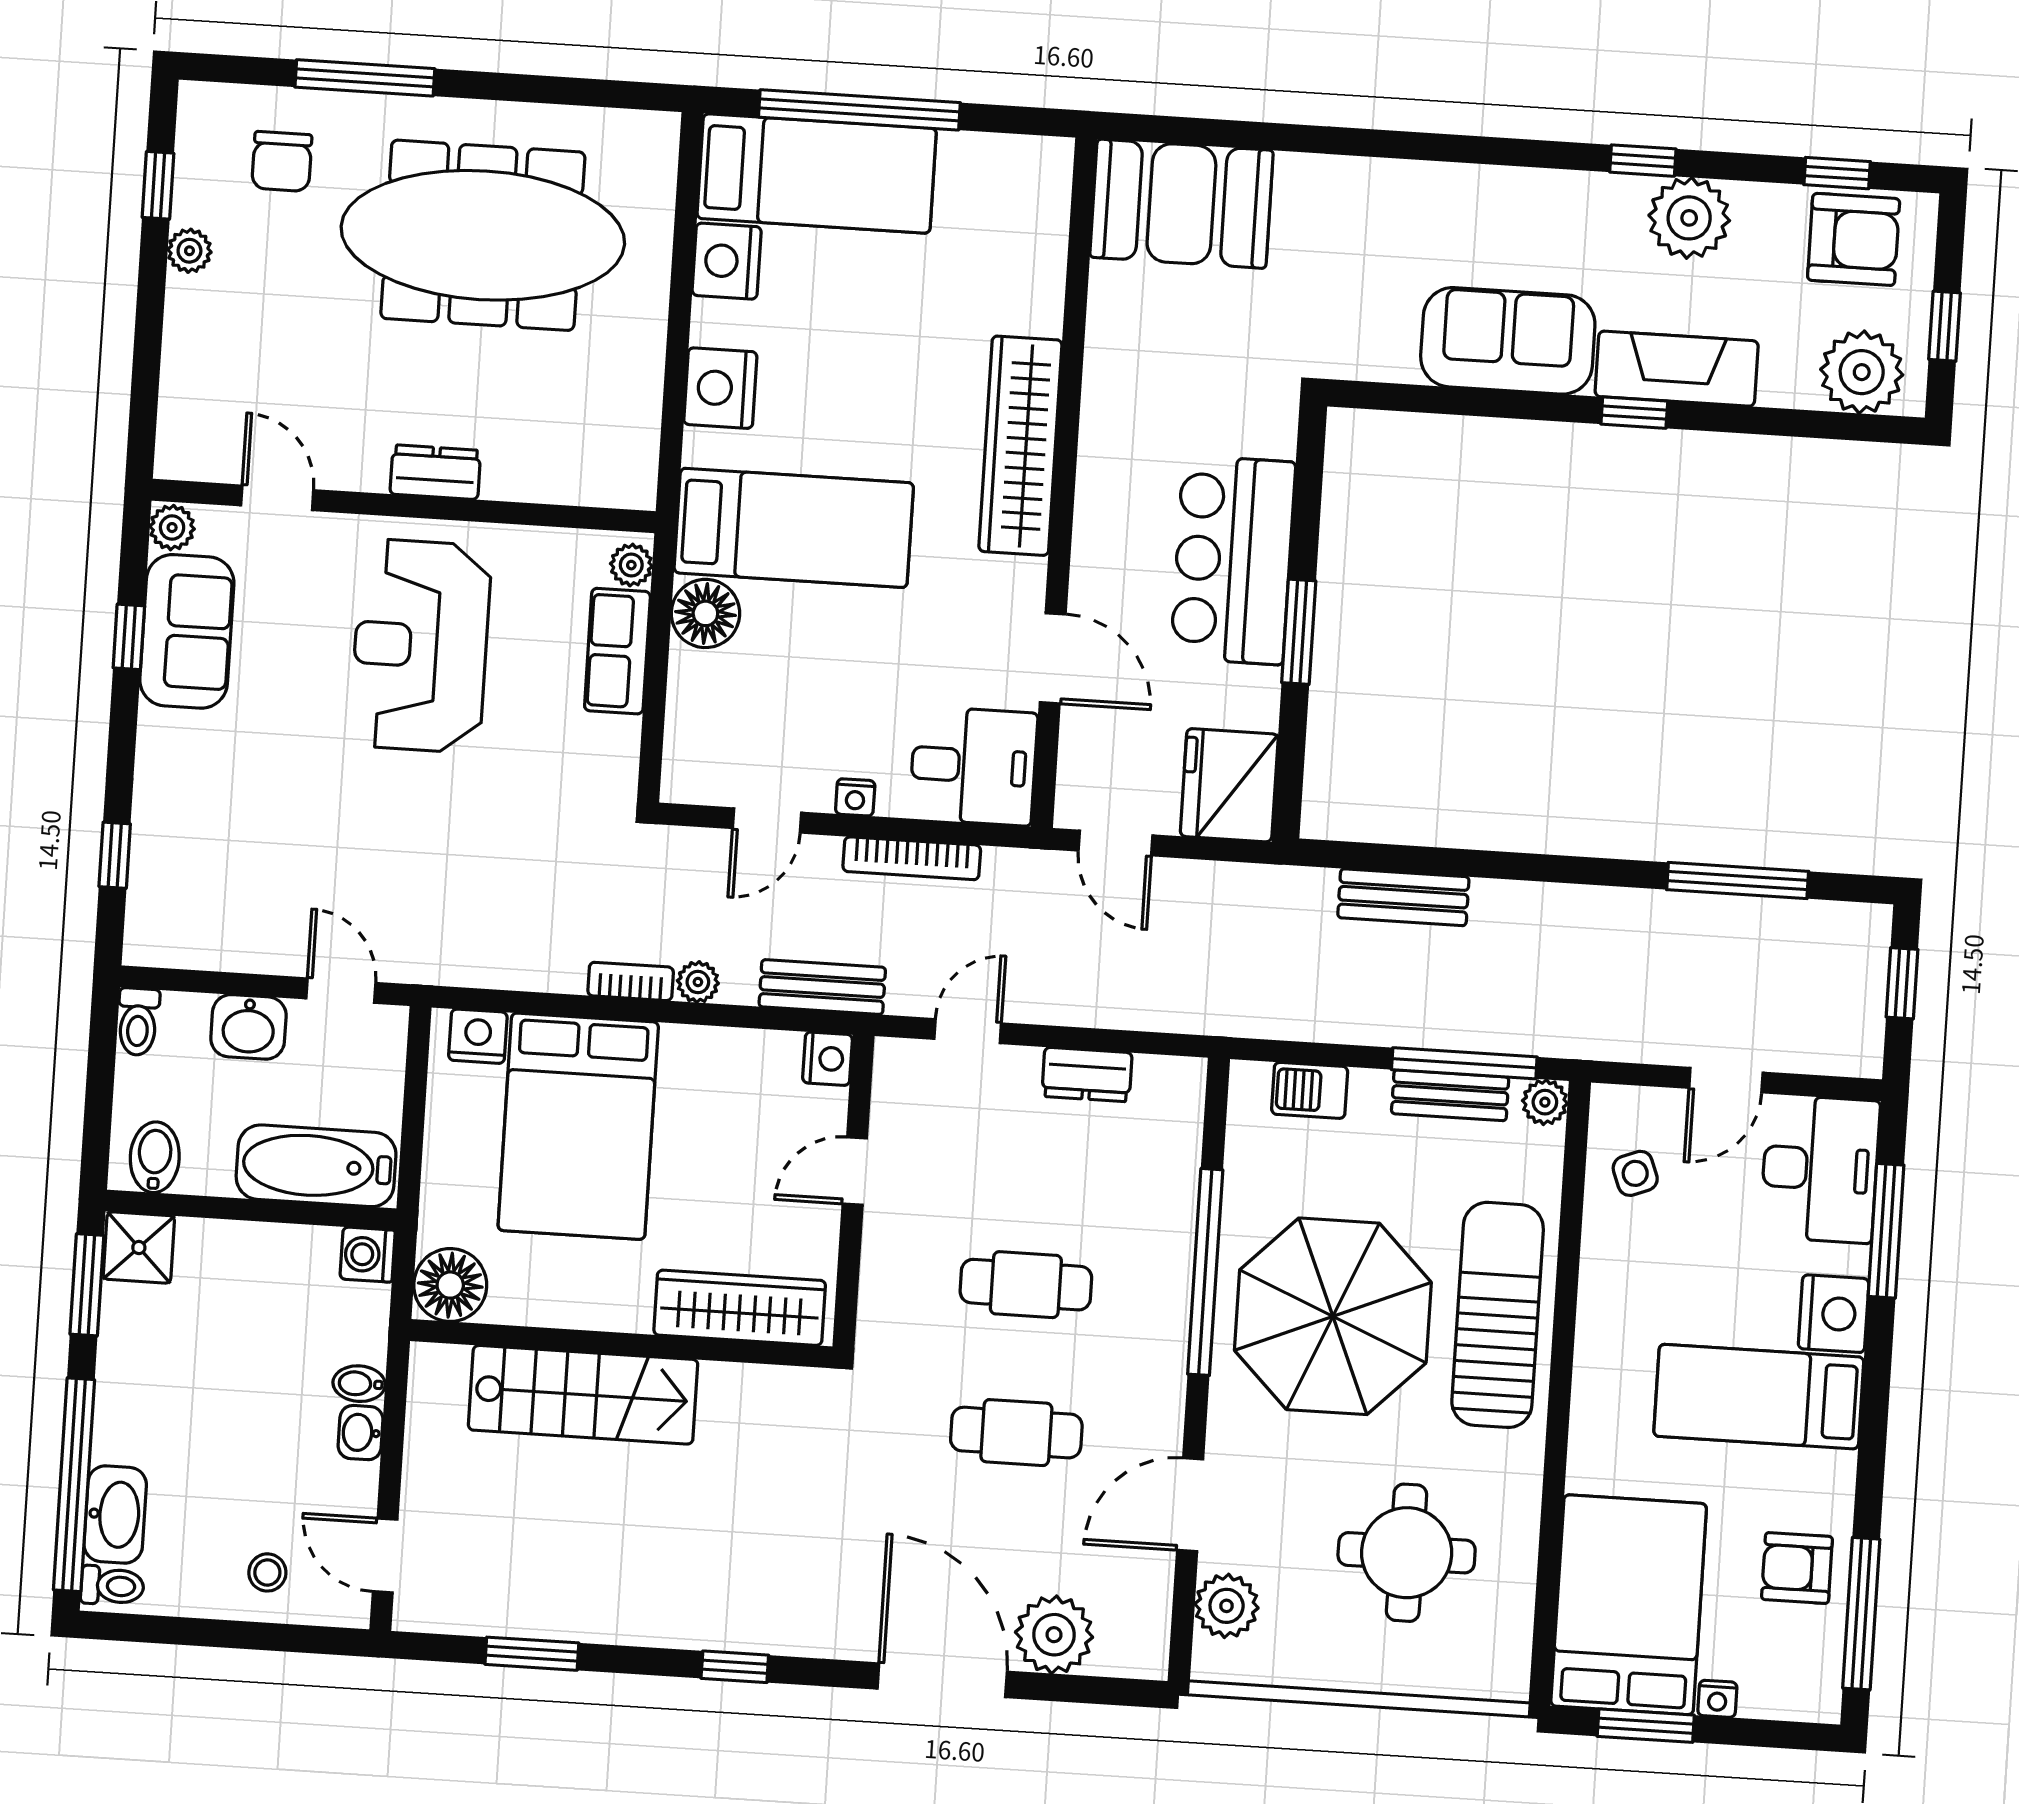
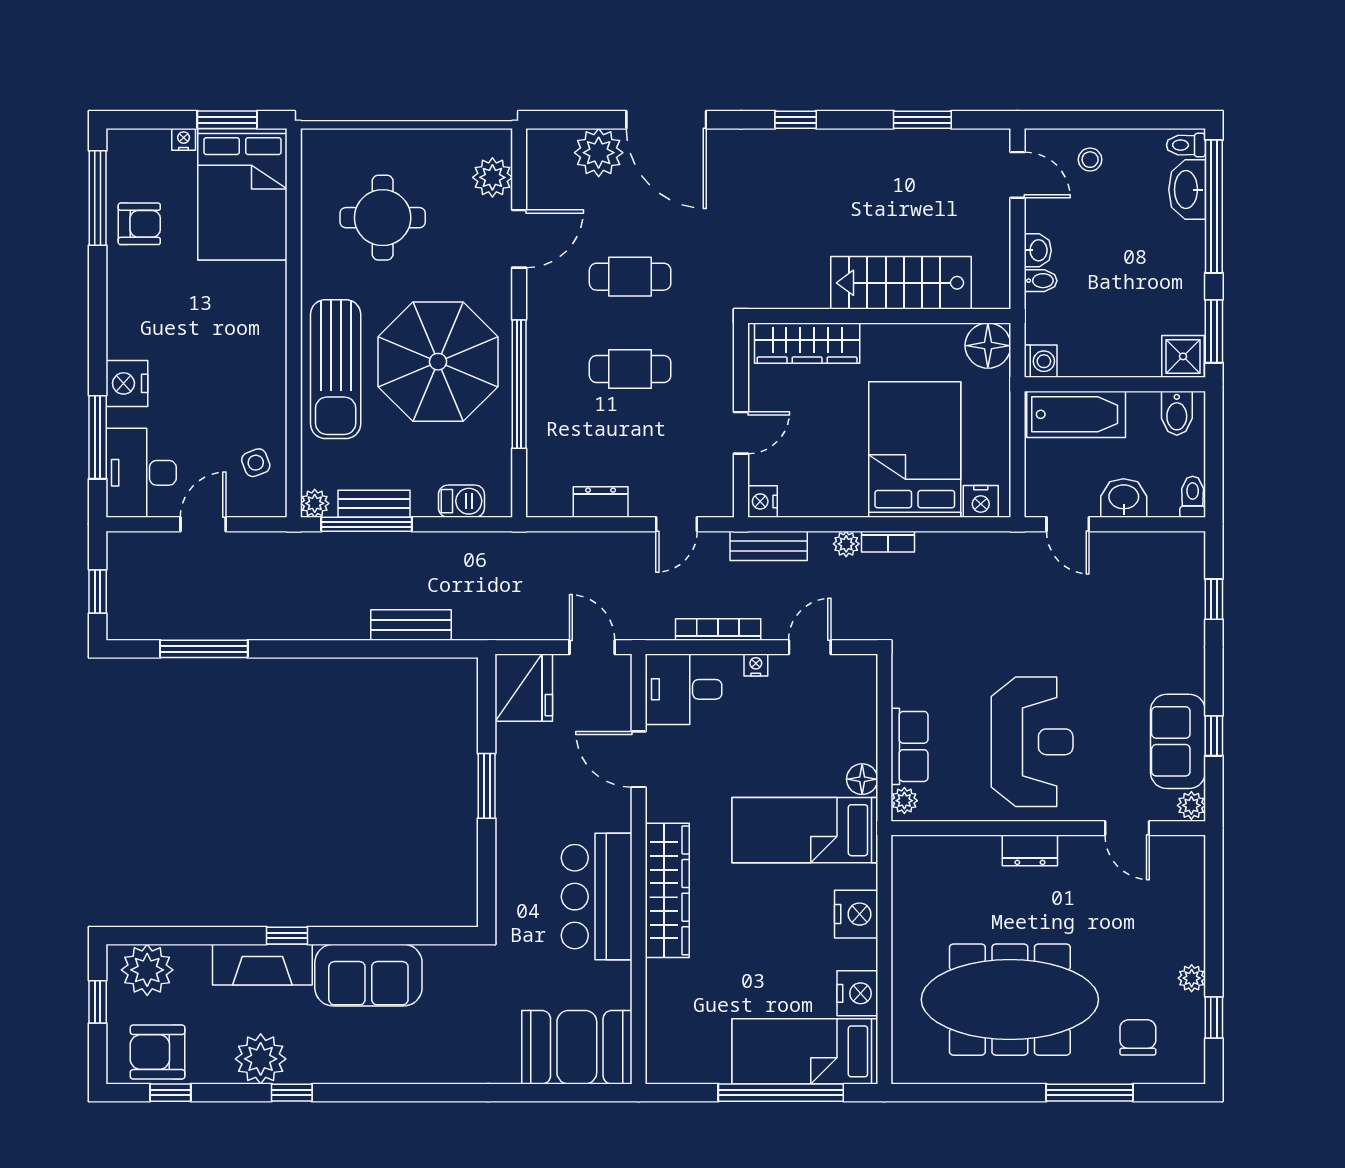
bar counter: (1233, 560) -> (597, 897), moved, turned 180
floor lamp: (705, 613) -> (862, 779), width x0.73, depth x0.73
bed: (1759, 1397) -> (170, 329), removed

